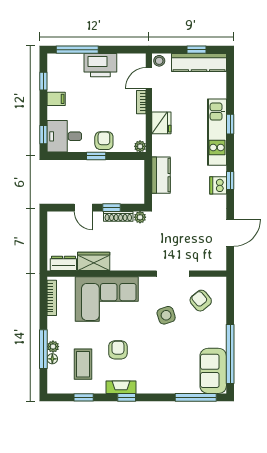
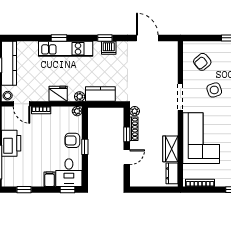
filing cabinet: (56, 99) -> (50, 179), moved
plant: (158, 149) -> (80, 97), added
doorway: (173, 274) -> (180, 97), moved

